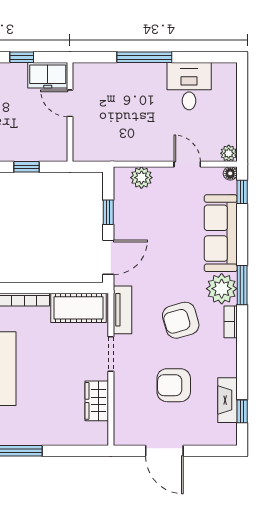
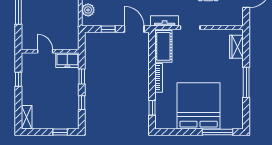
freezer: (48, 75) -> (67, 60), moved, turned 90
door: (70, 103) -> (45, 51), swing flipped
wardrobe: (97, 401) -> (236, 47), moved, turned 90

